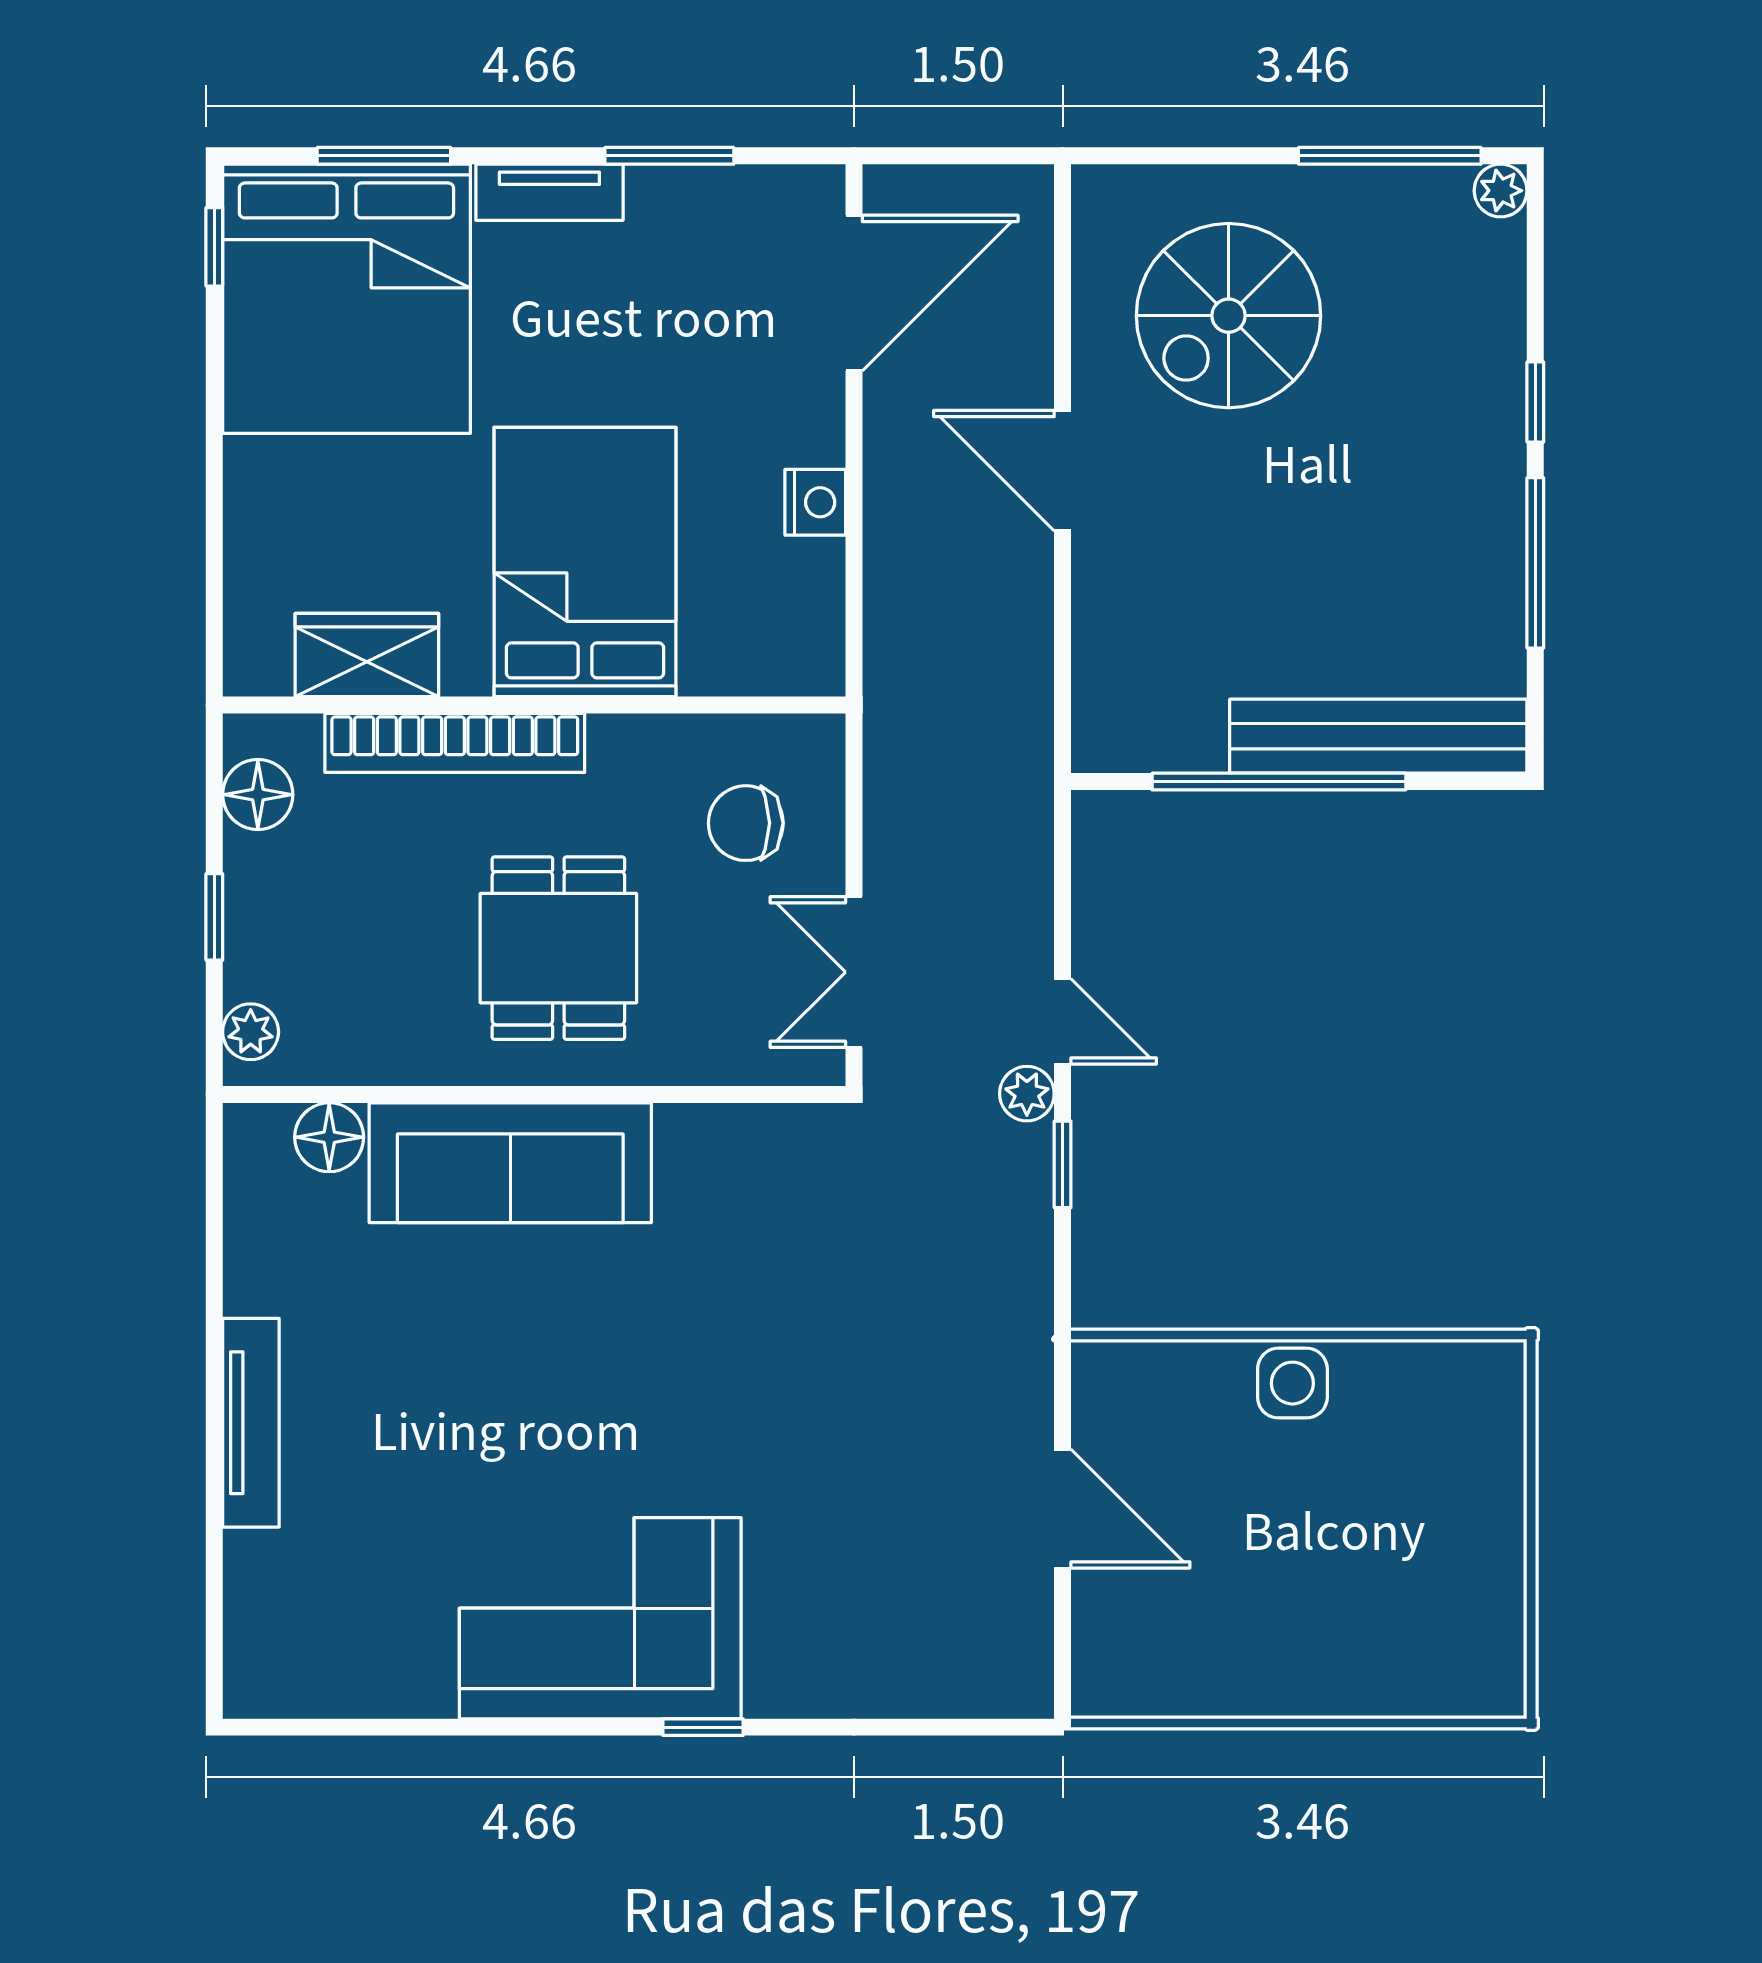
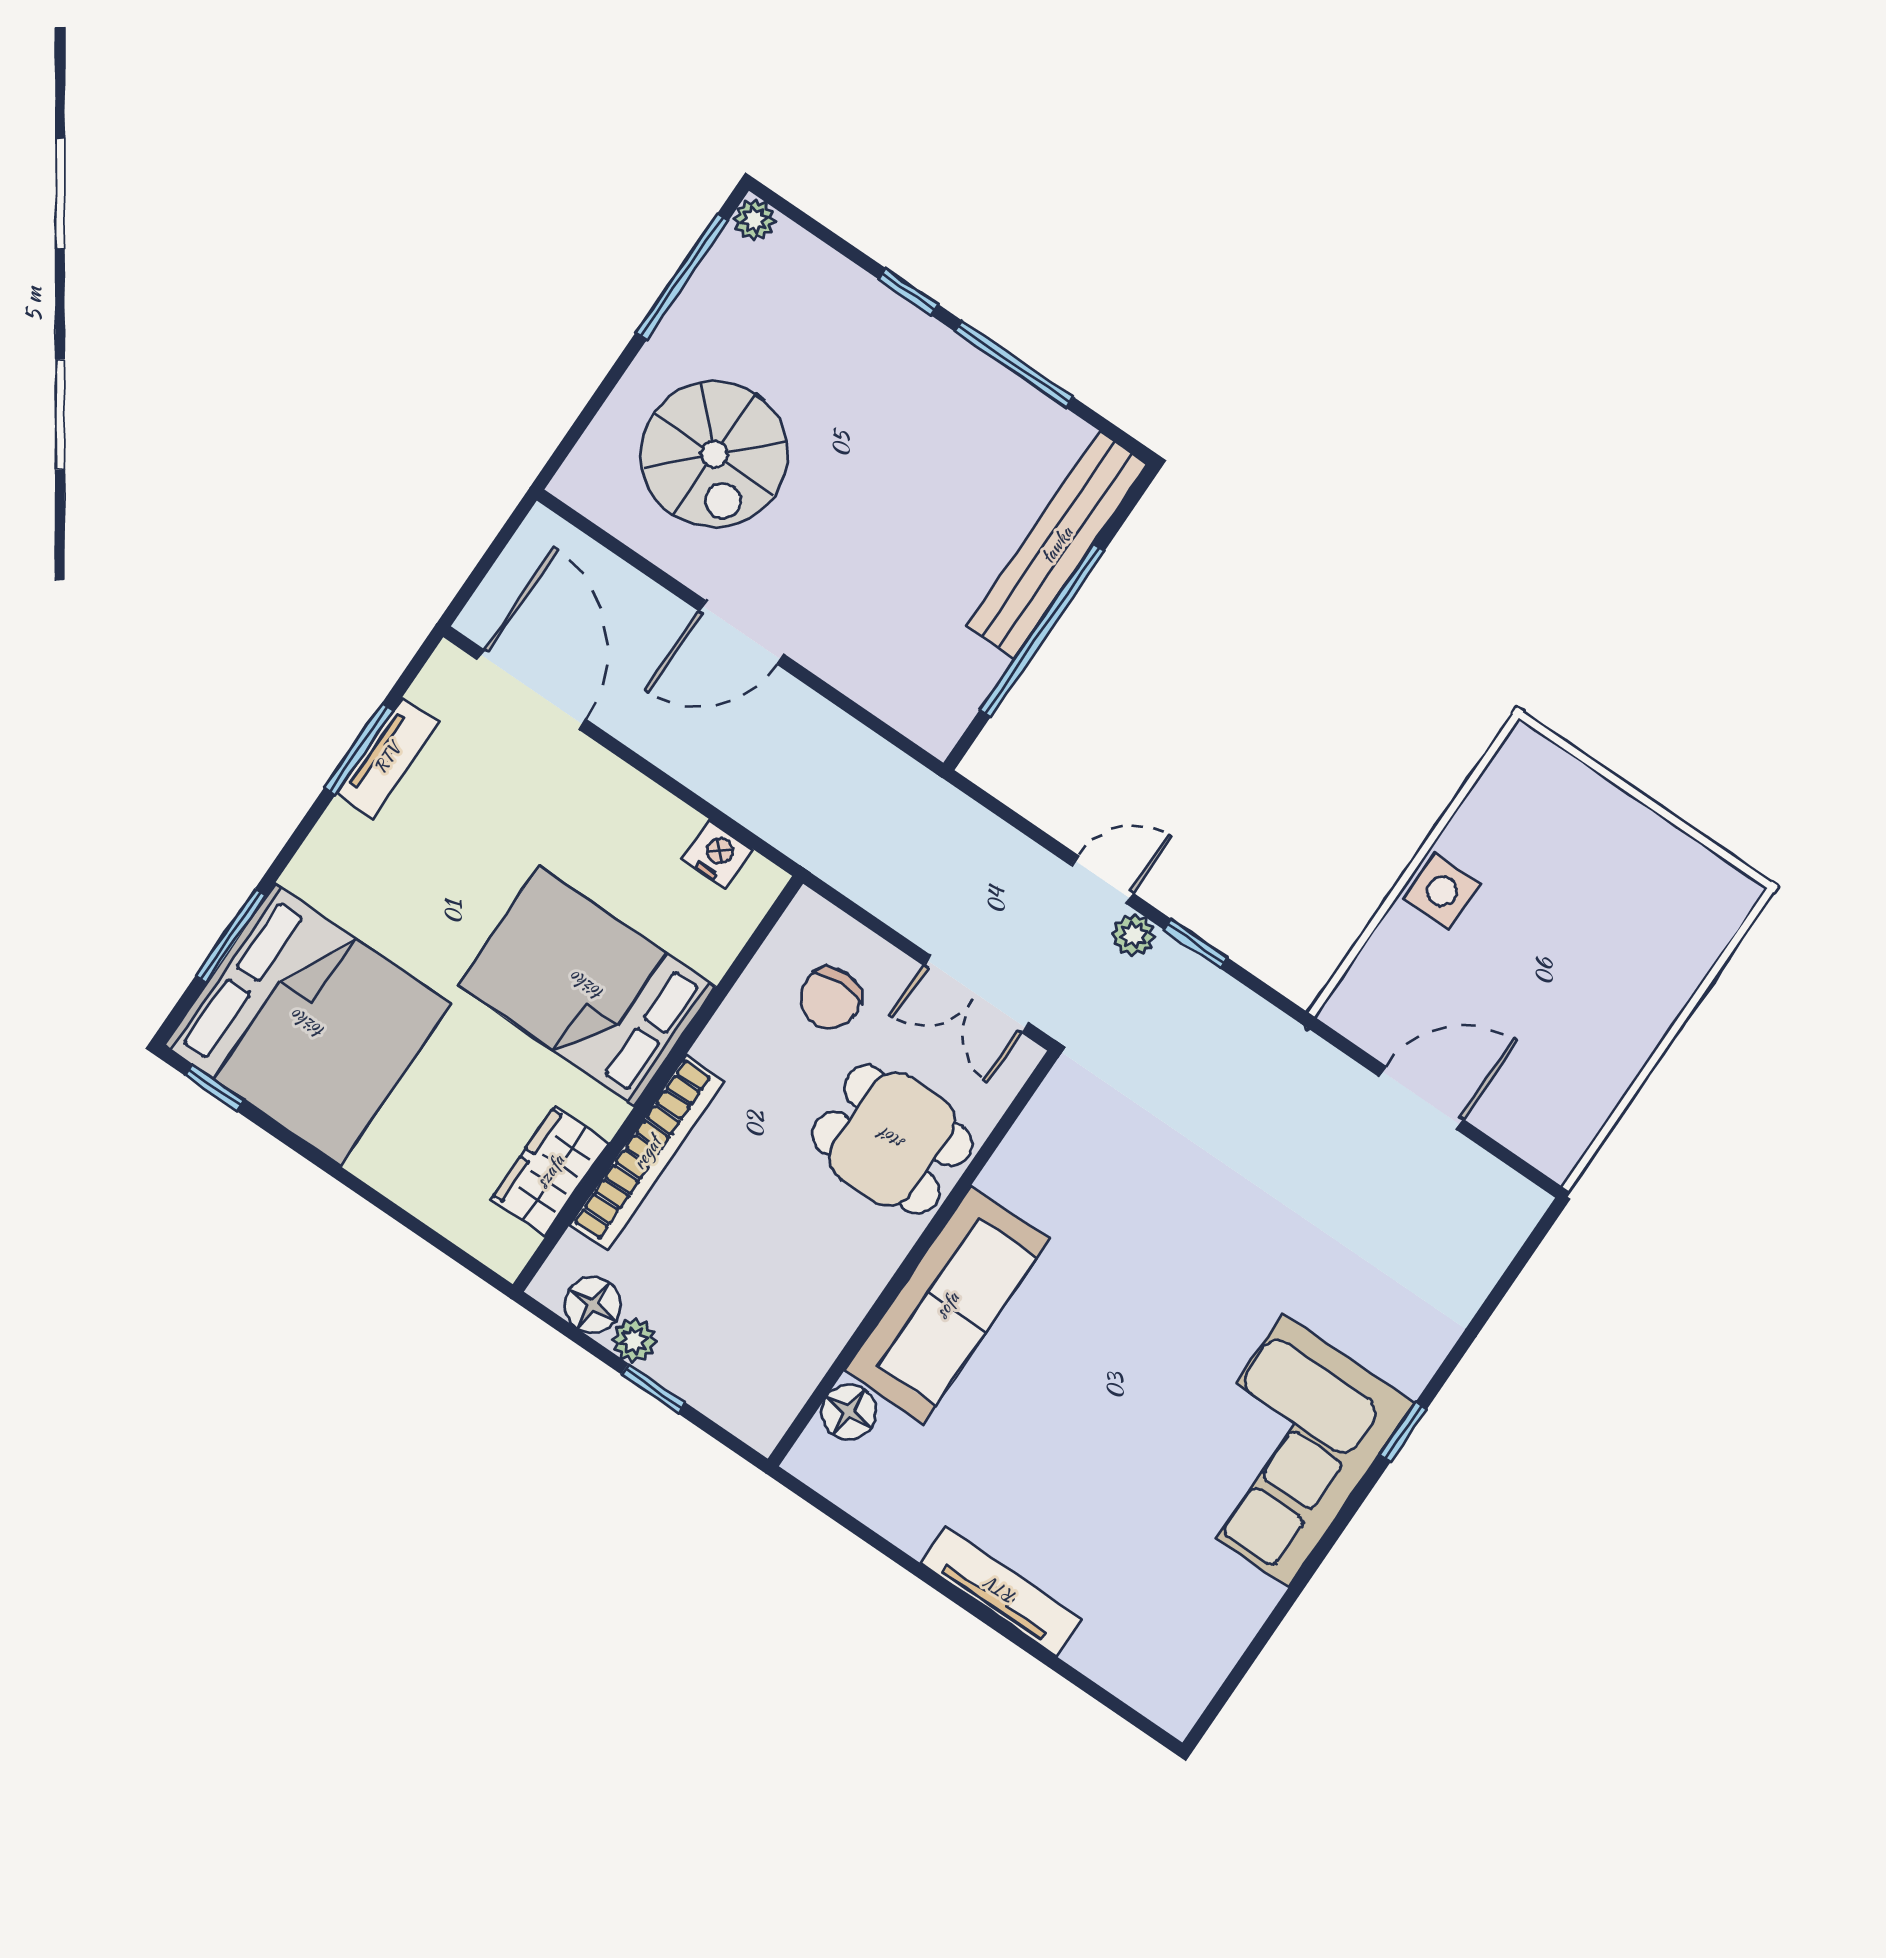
tv unit: (549, 192) -> (387, 758), moved
nightstand: (815, 502) -> (717, 854), moved
dining table: (558, 948) -> (892, 1139), moved
plant: (251, 1032) -> (634, 1341), moved

